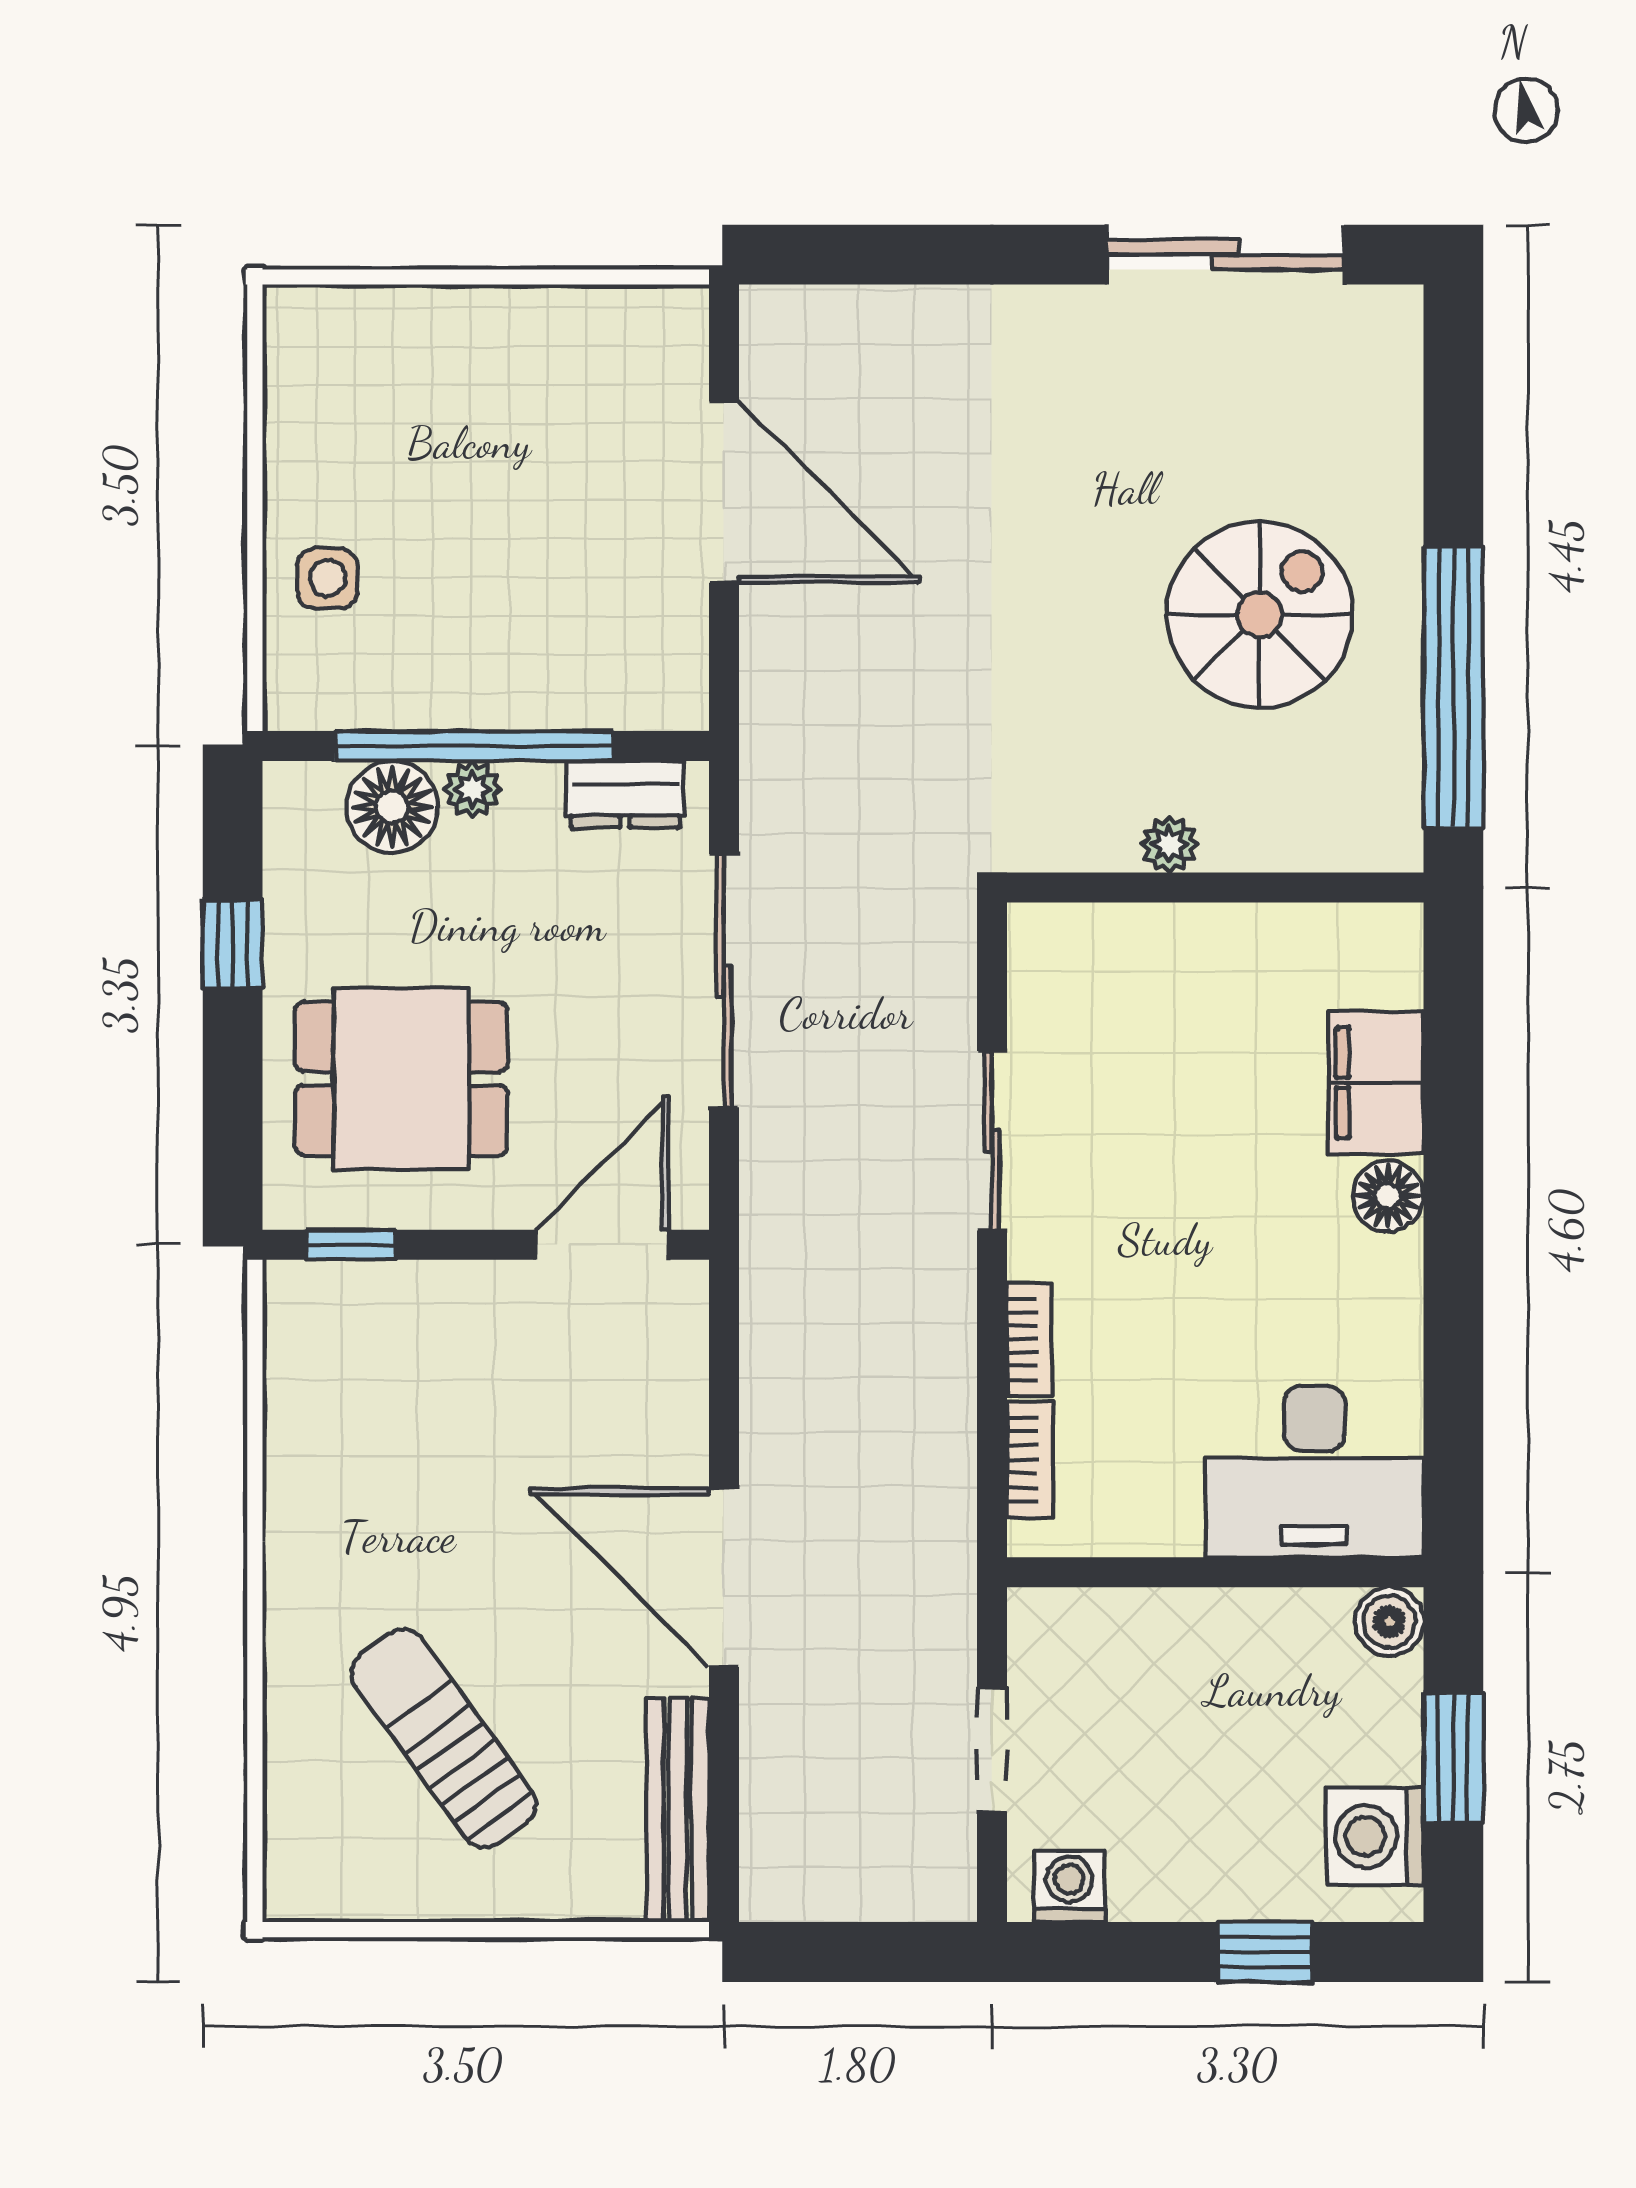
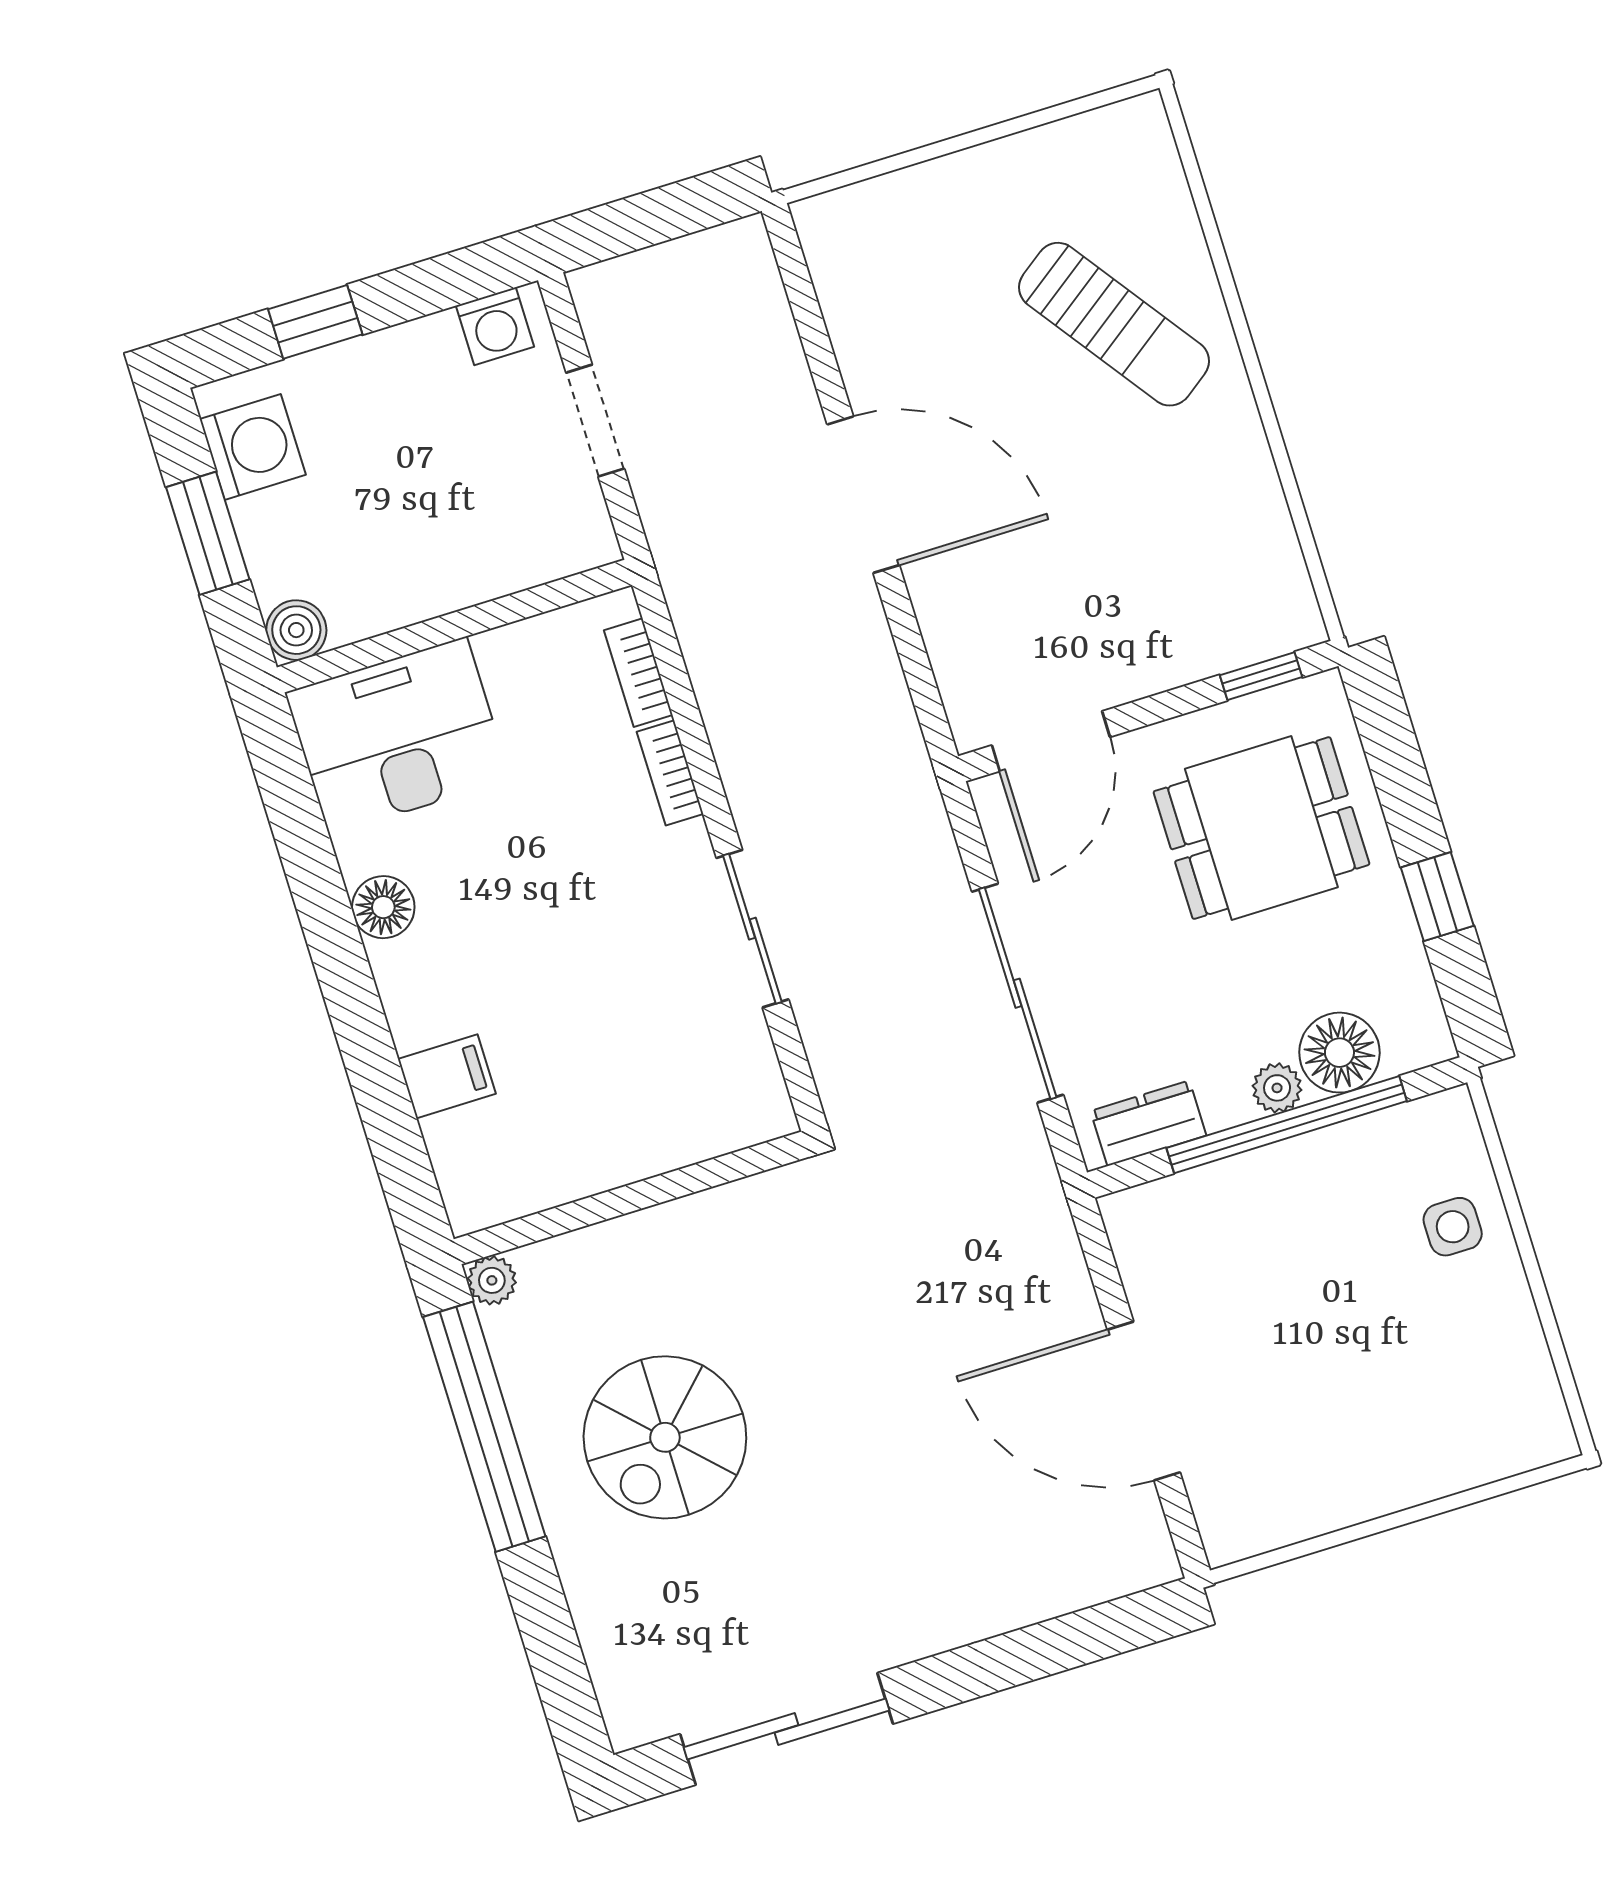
plant: (1170, 845) -> (492, 1280), moved
filing cabinet: (1376, 1083) -> (447, 1076), width x0.50
floor lamp: (1388, 1196) -> (383, 907), moved
sun lounger: (444, 1738) -> (1114, 324), moved
bench: (678, 1810) -> (842, 288), removed

